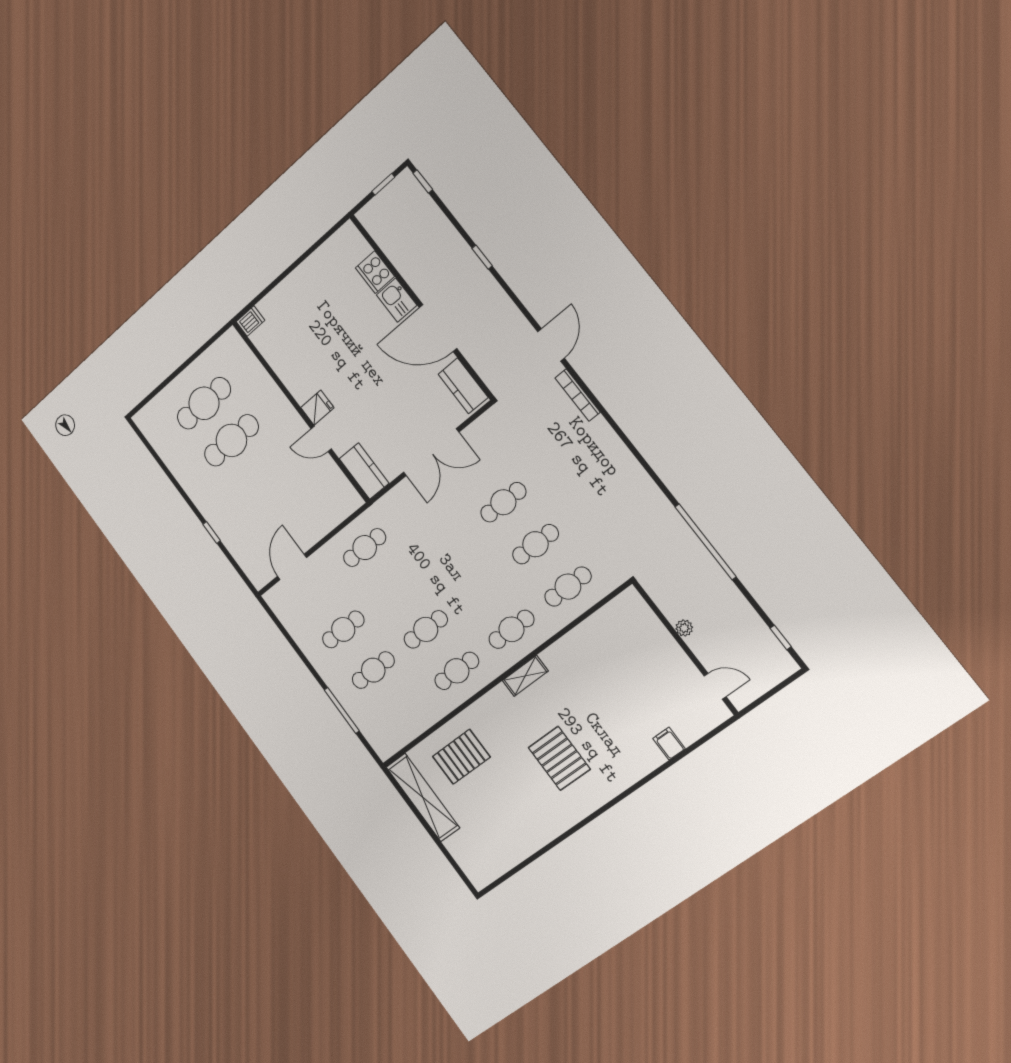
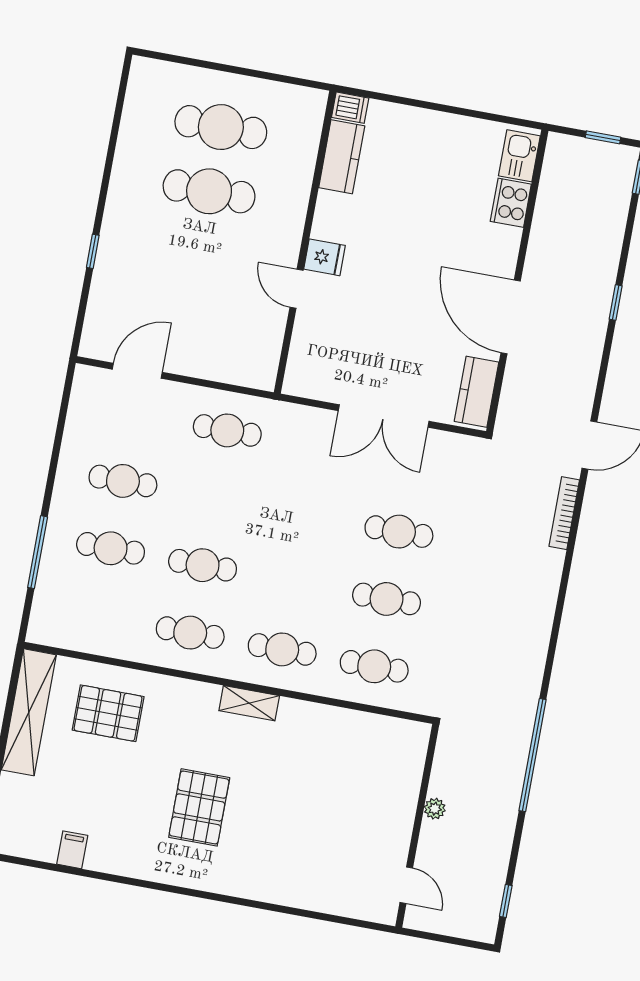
kitchen sink: (397, 300) -> (519, 156), moved
kitchen counter: (364, 471) -> (342, 157), moved
filing cabinet: (669, 744) -> (72, 850), moved

